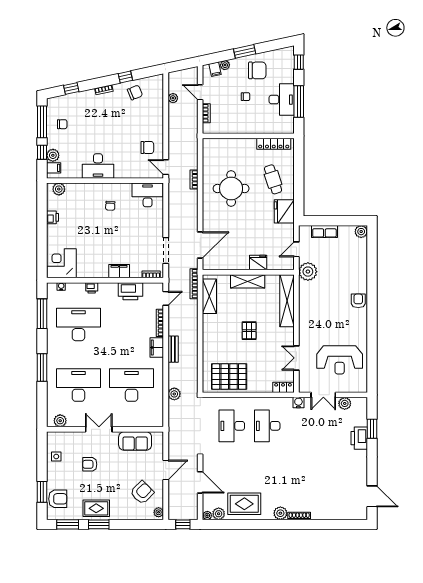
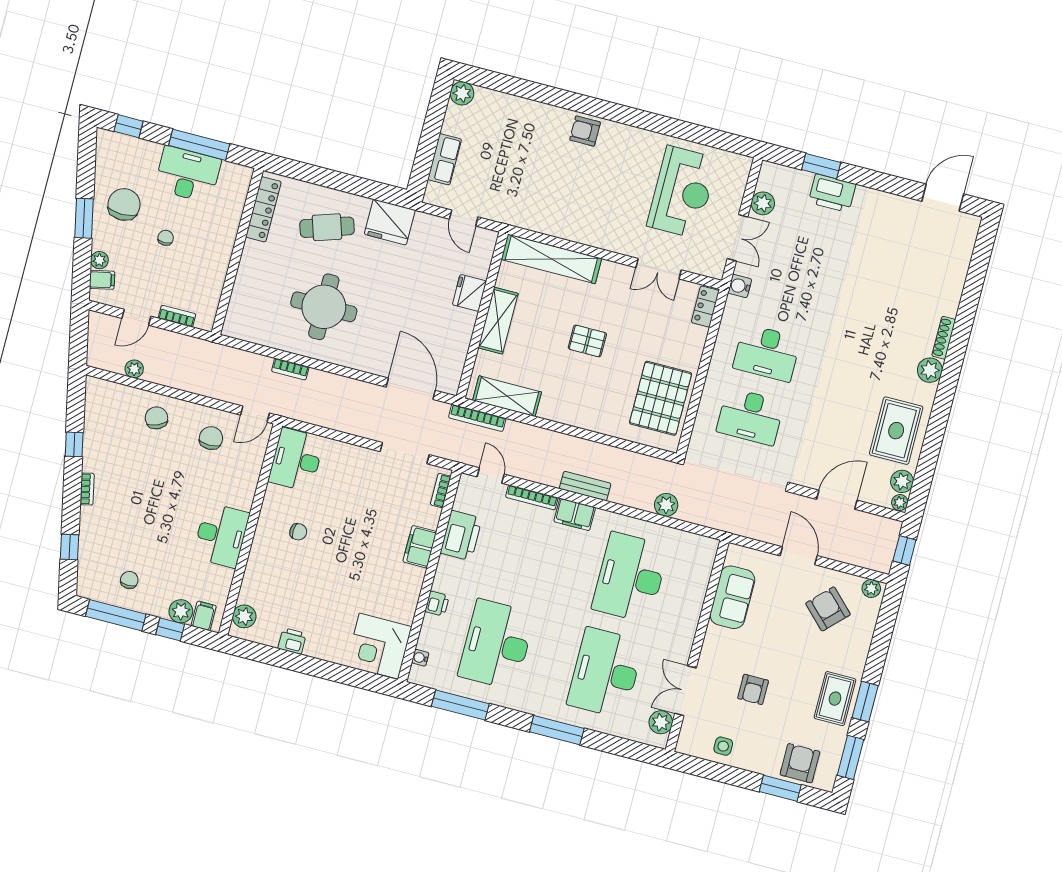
chair: (135, 92) -> (156, 418), moved
plant: (308, 272) -> (509, 208), removed
double door: (99, 429) -> (685, 691), moved

